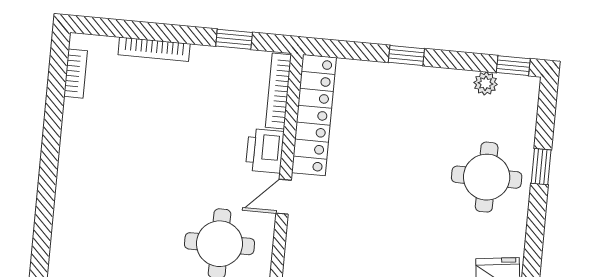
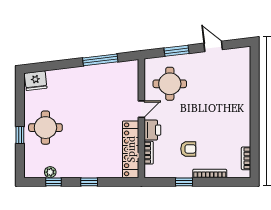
window: (234, 39) -> (184, 182), moved
window: (513, 66) -> (54, 182), moved
bookcase: (278, 91) -> (149, 153), width x0.64
armchair: (194, 104) -> (188, 149), added

